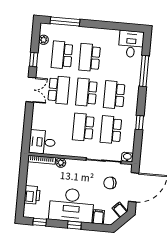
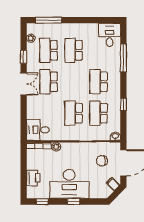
school desk: (59, 90) -> (49, 82), turned 180
school desk: (86, 92) -> (73, 82), removed
filing cabinet: (98, 217) -> (94, 192), removed

